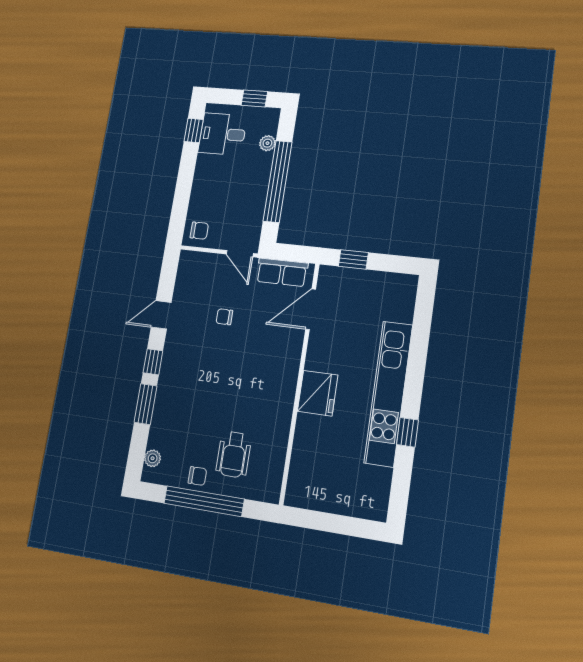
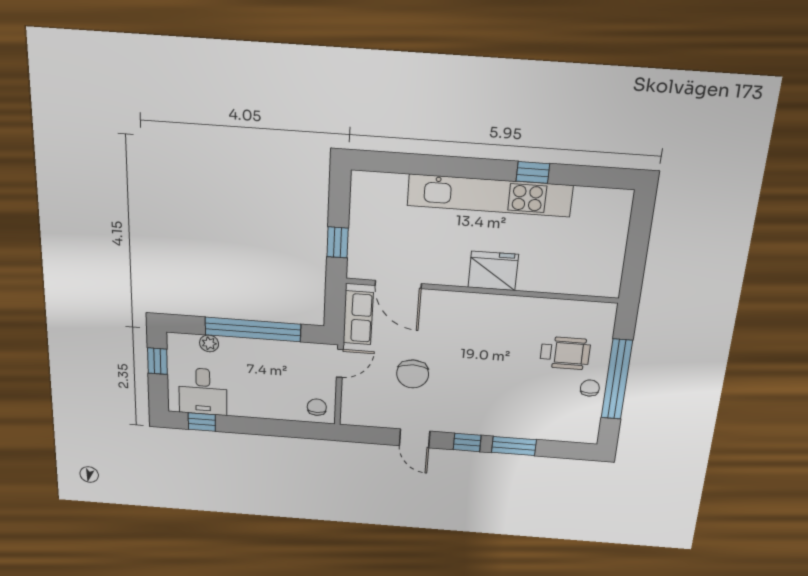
chair: (224, 317) -> (413, 374), width x1.87, depth x1.87
plant: (153, 458) -> (572, 434), removed

